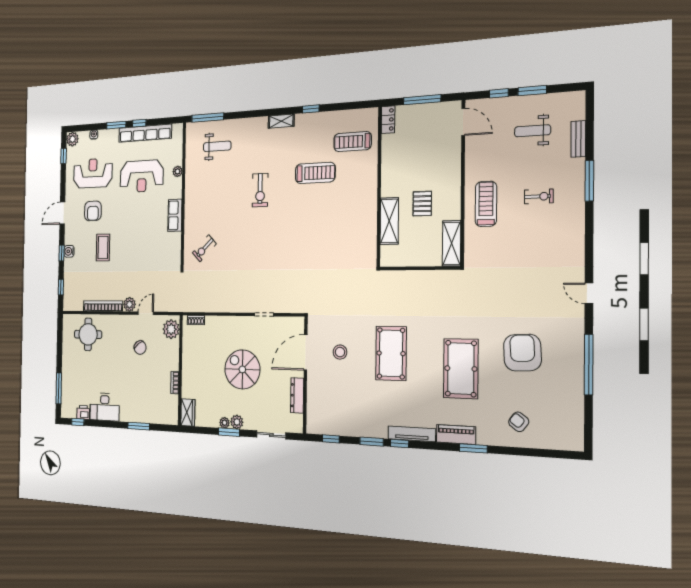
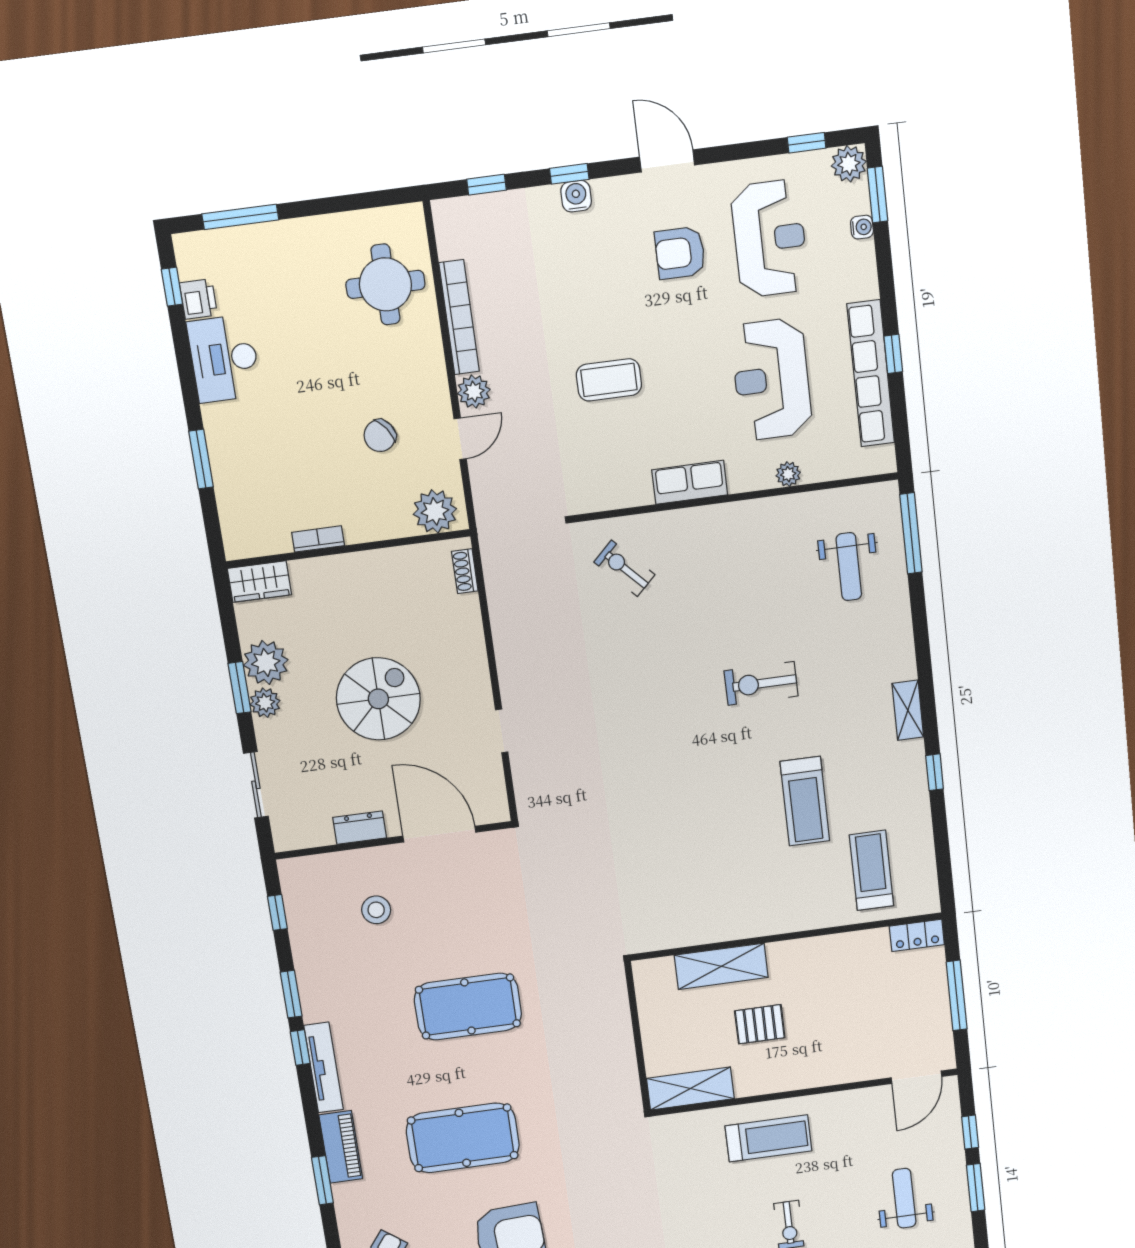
window: (116, 125) -> (877, 195), moved
coffee table: (103, 247) -> (609, 380), moved
door: (146, 313) -> (460, 439), hinge flipped
stool: (340, 352) -> (376, 910), moved
dresser: (297, 395) -> (360, 828), width x0.70
plant: (225, 423) -> (266, 662), width x1.88, depth x1.88

